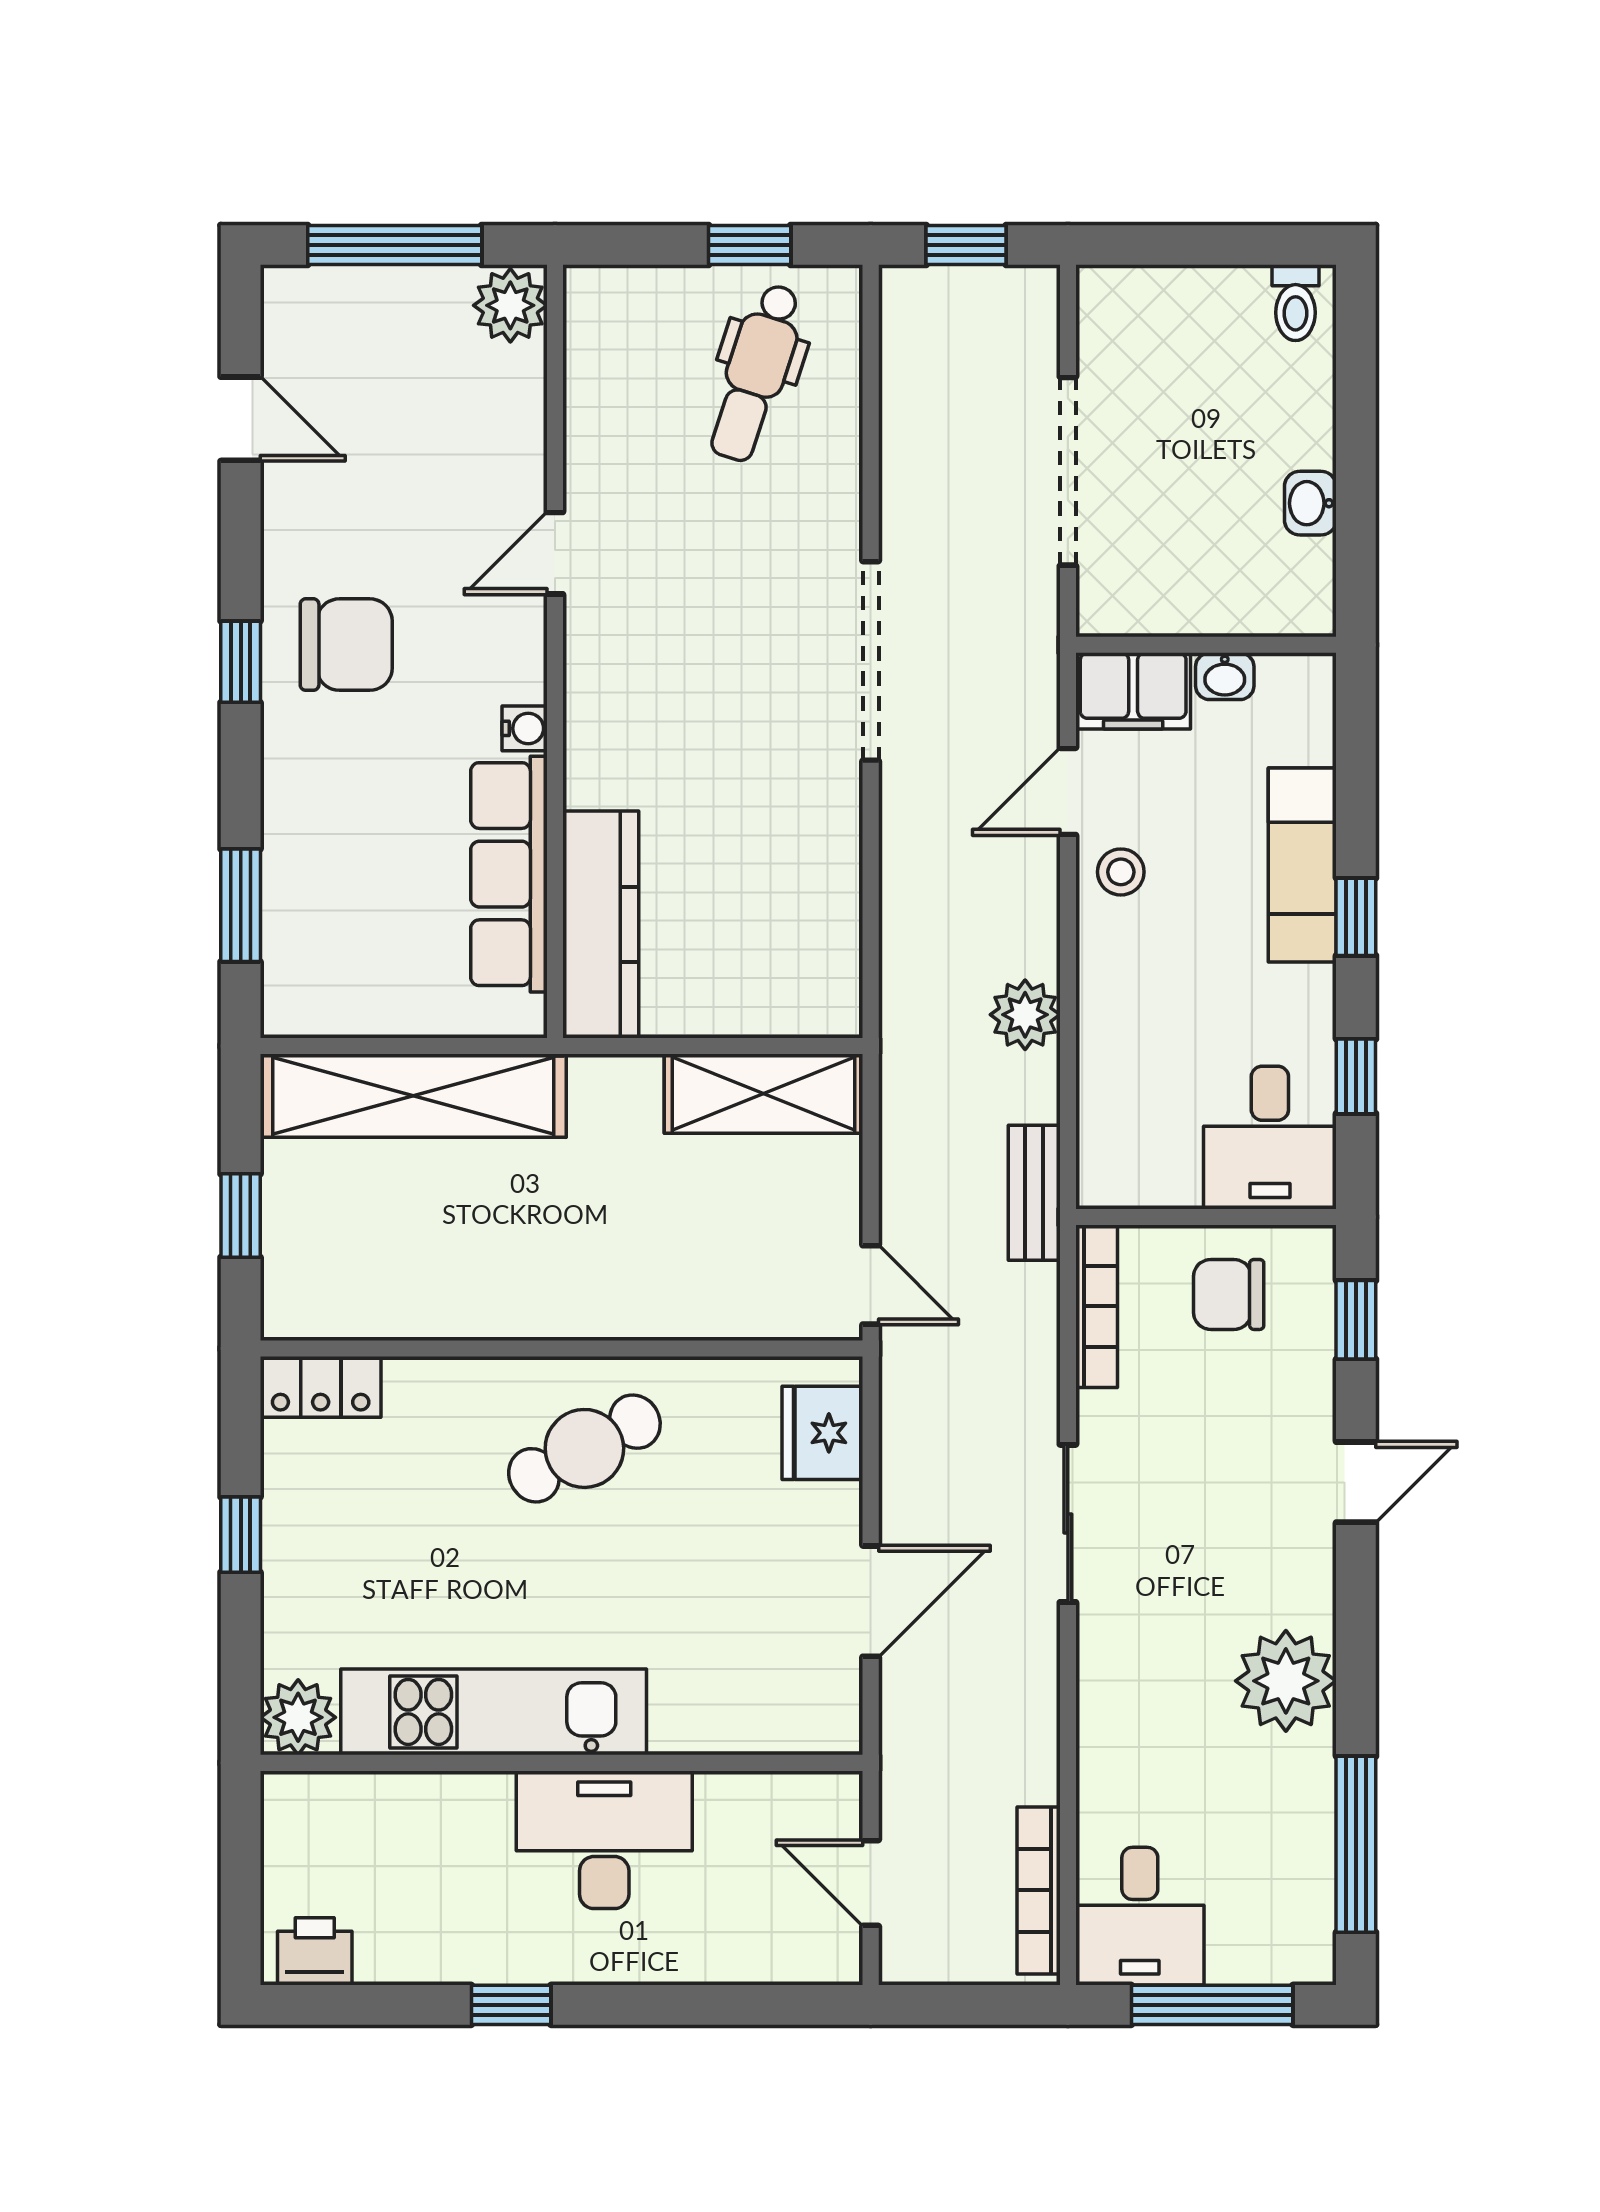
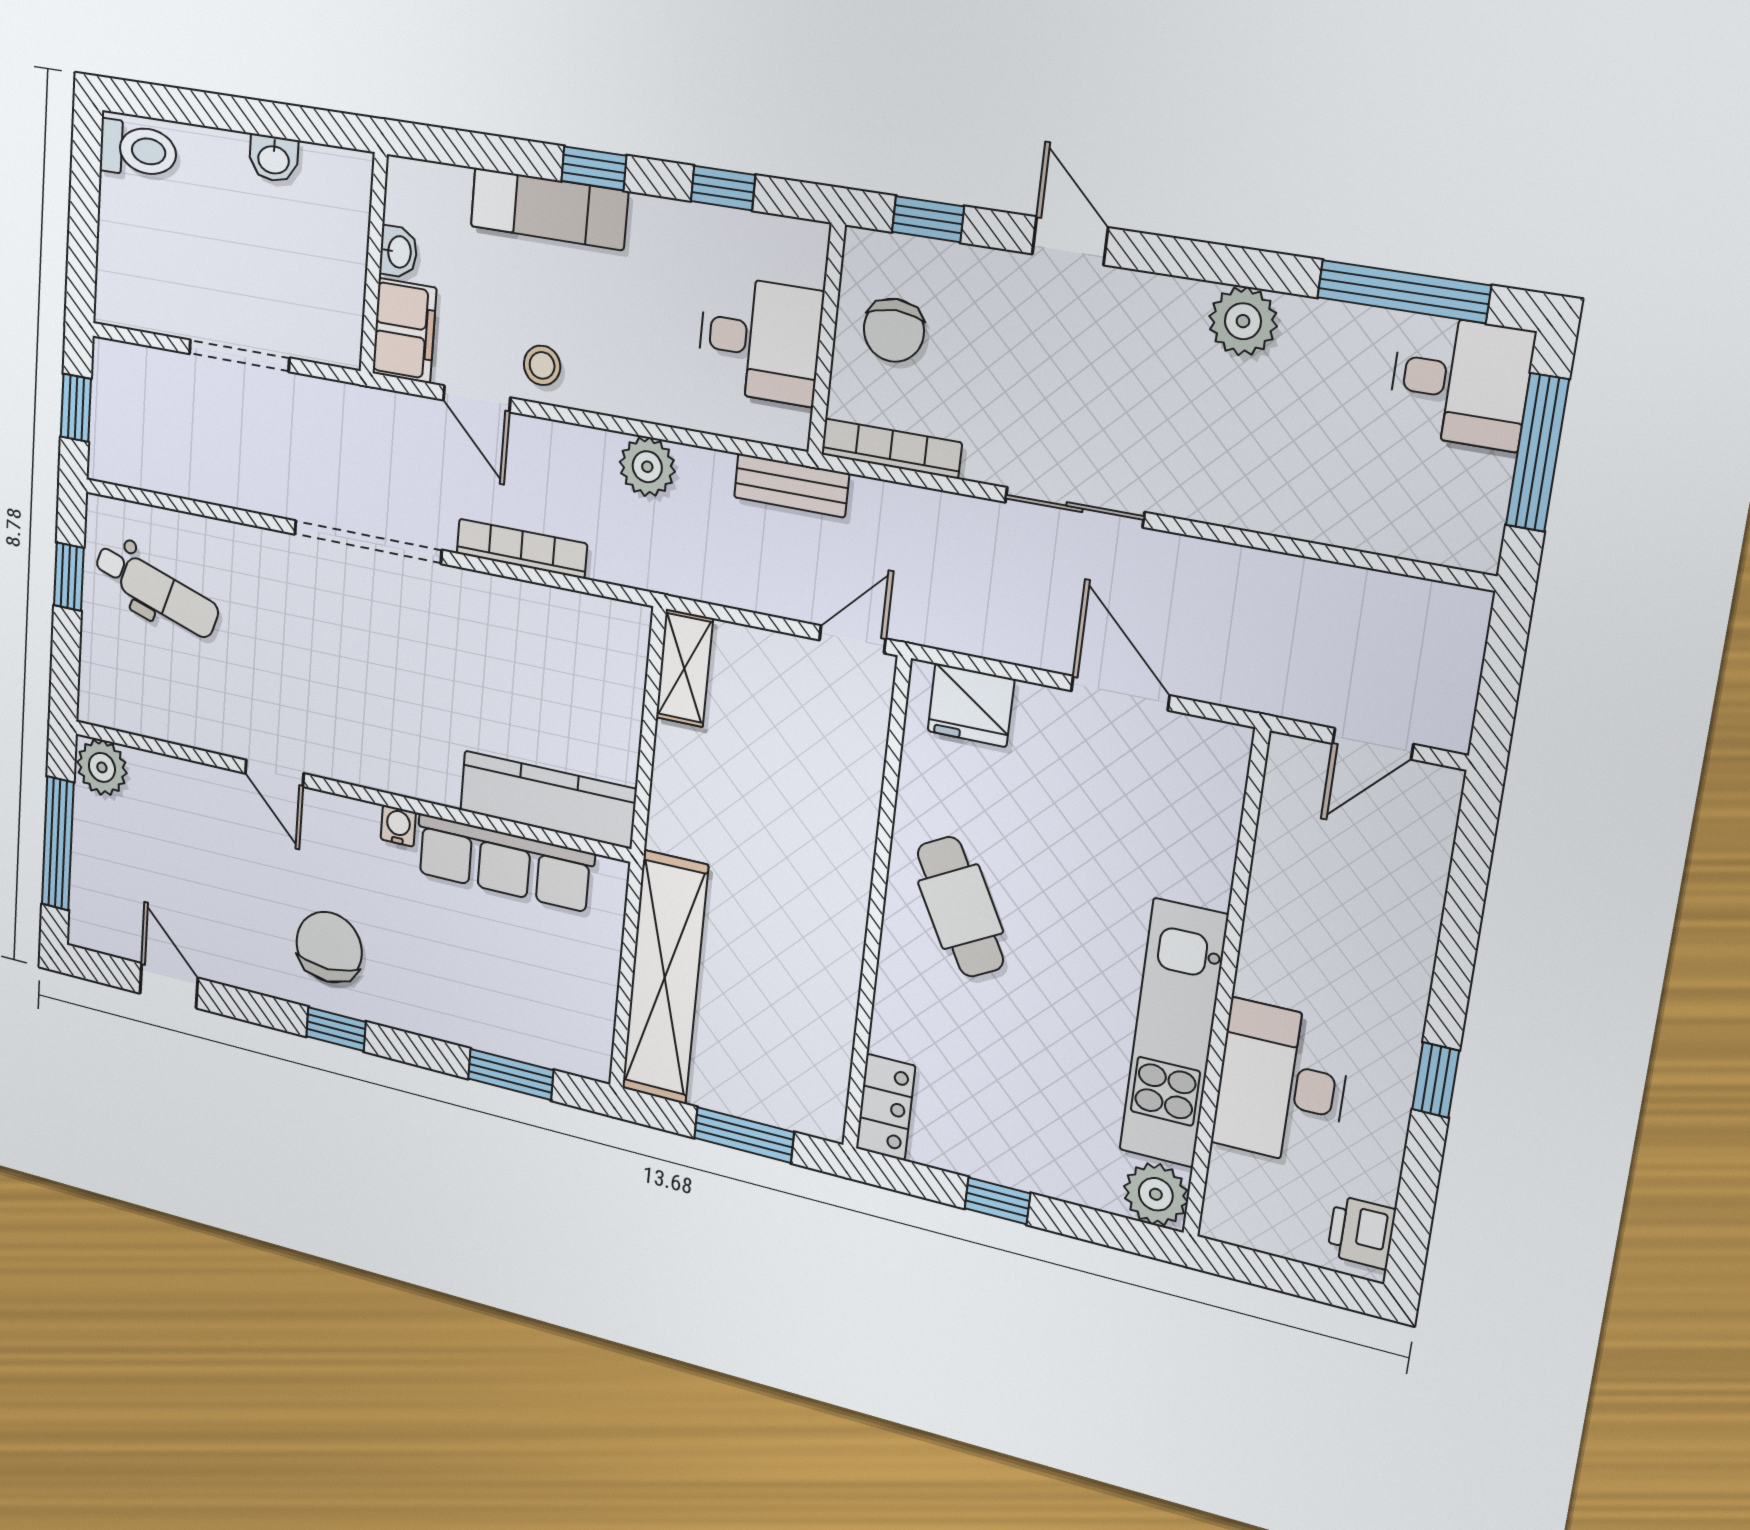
toilet: (1296, 303) -> (138, 150), width x1.37, depth x1.39
door: (241, 419) -> (169, 986), hinge flipped
doorway: (1068, 471) -> (239, 356), width x0.73
shelving: (764, 1094) -> (684, 668), width x0.67, depth x0.75
desk: (1270, 1138) -> (760, 340), moved
window: (241, 1216) -> (744, 1135), width x1.50
plant: (1286, 1681) -> (1243, 321), width x0.73, depth x0.73
desk: (604, 1840) -> (1281, 1084), moved
bookcase: (1039, 1890) -> (522, 549), moved, turned 180
desk: (1140, 1916) -> (1461, 382), moved

